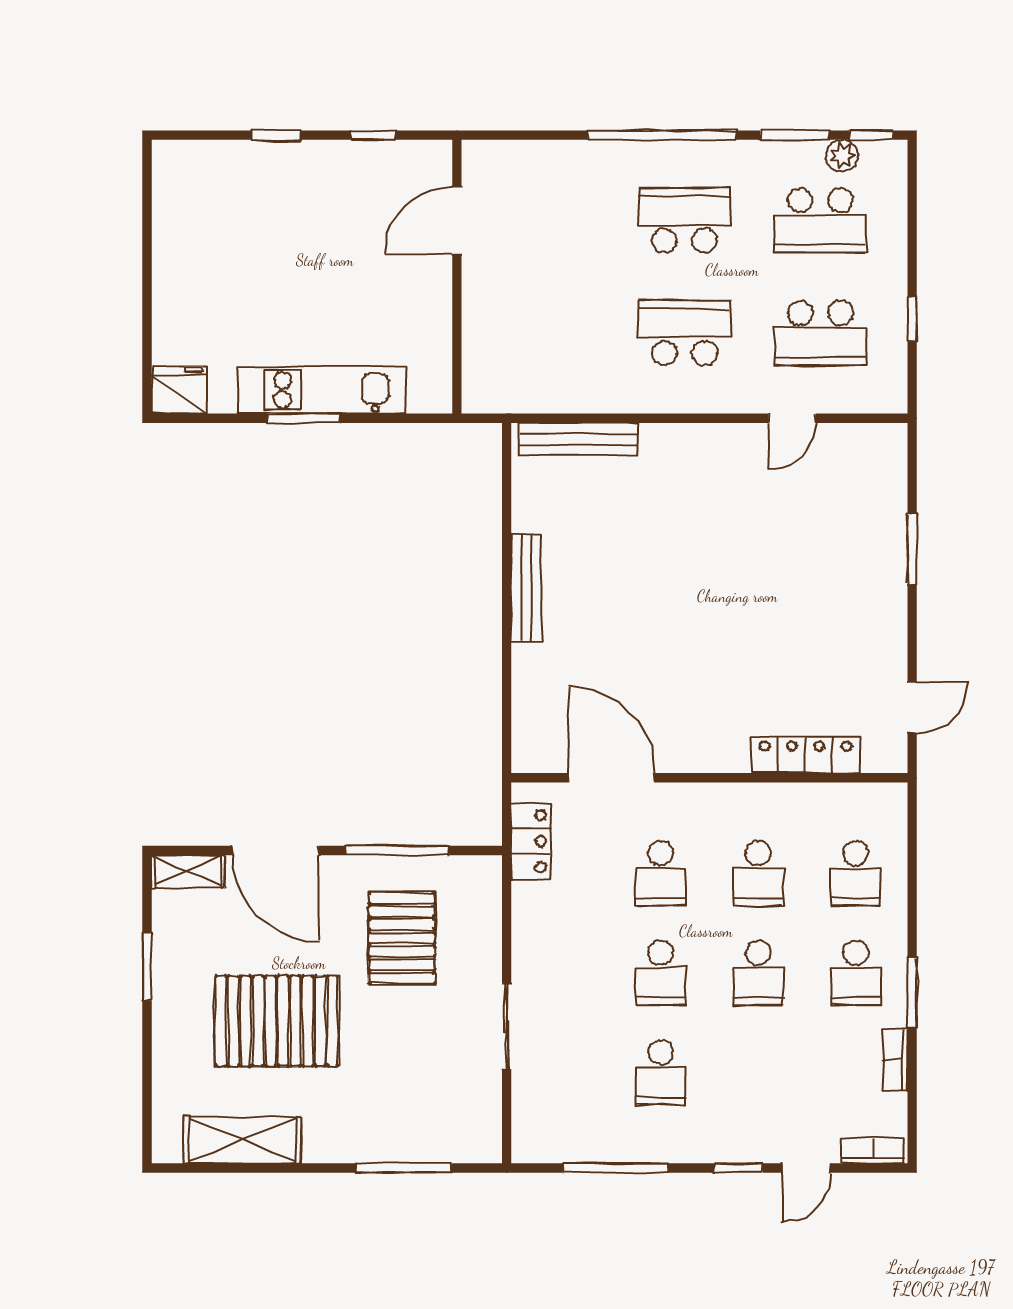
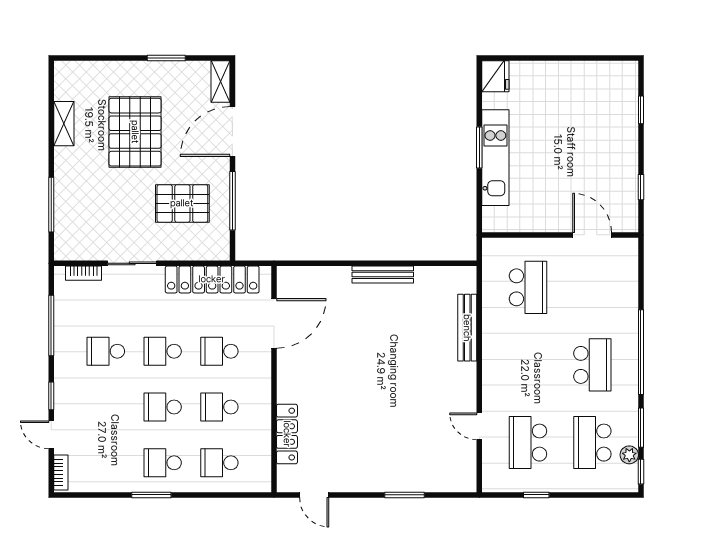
window: (276, 135) -> (641, 110), moved
school desk: (685, 333) -> (528, 287), moved
bench: (579, 439) -> (467, 328), moved
locker: (531, 841) -> (212, 279), width x2.16, depth x1.21
bookcase: (895, 1061) -> (83, 273), moved, turned 180
shelving: (242, 1140) -> (64, 124), width x0.67, depth x0.75

